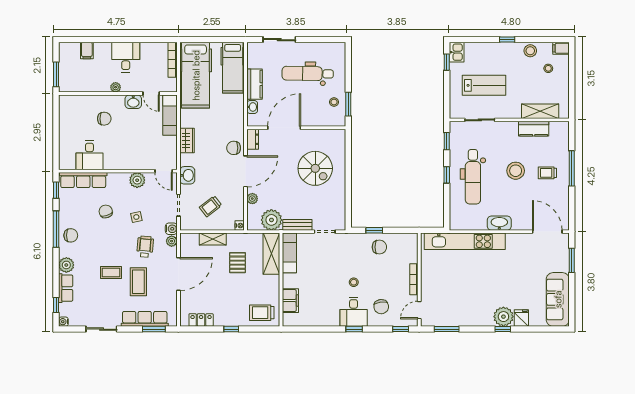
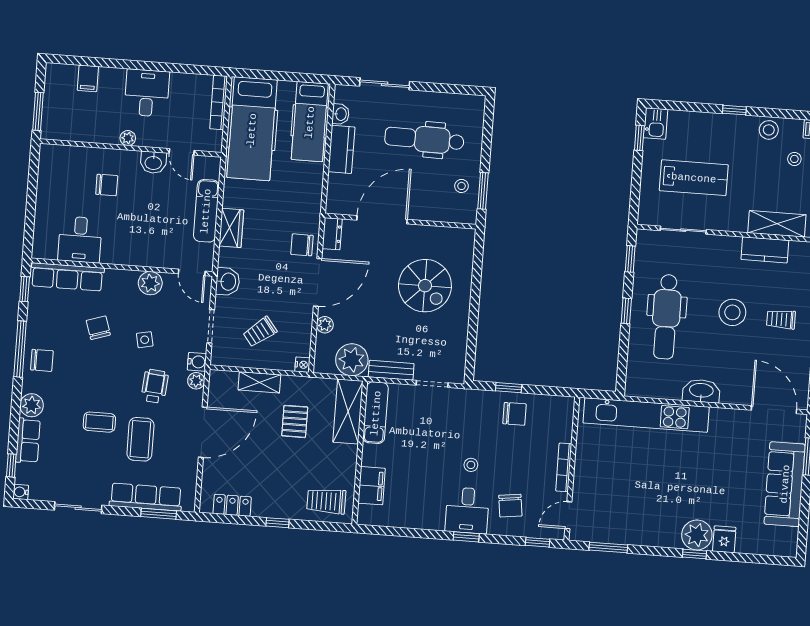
washbasin: (252, 107) -> (341, 114), moved
exam couch: (170, 115) -> (206, 211), moved
sofa: (558, 299) -> (785, 484), moved

